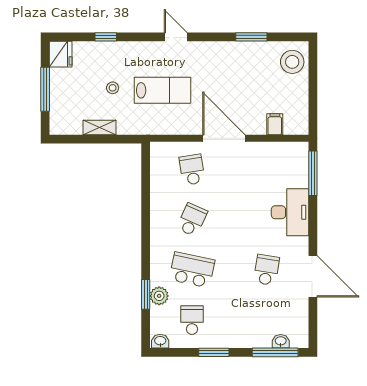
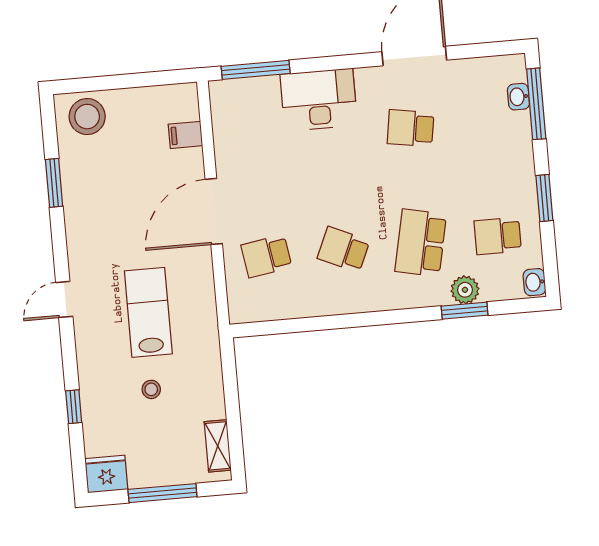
shelving: (100, 128) -> (218, 446), moved

